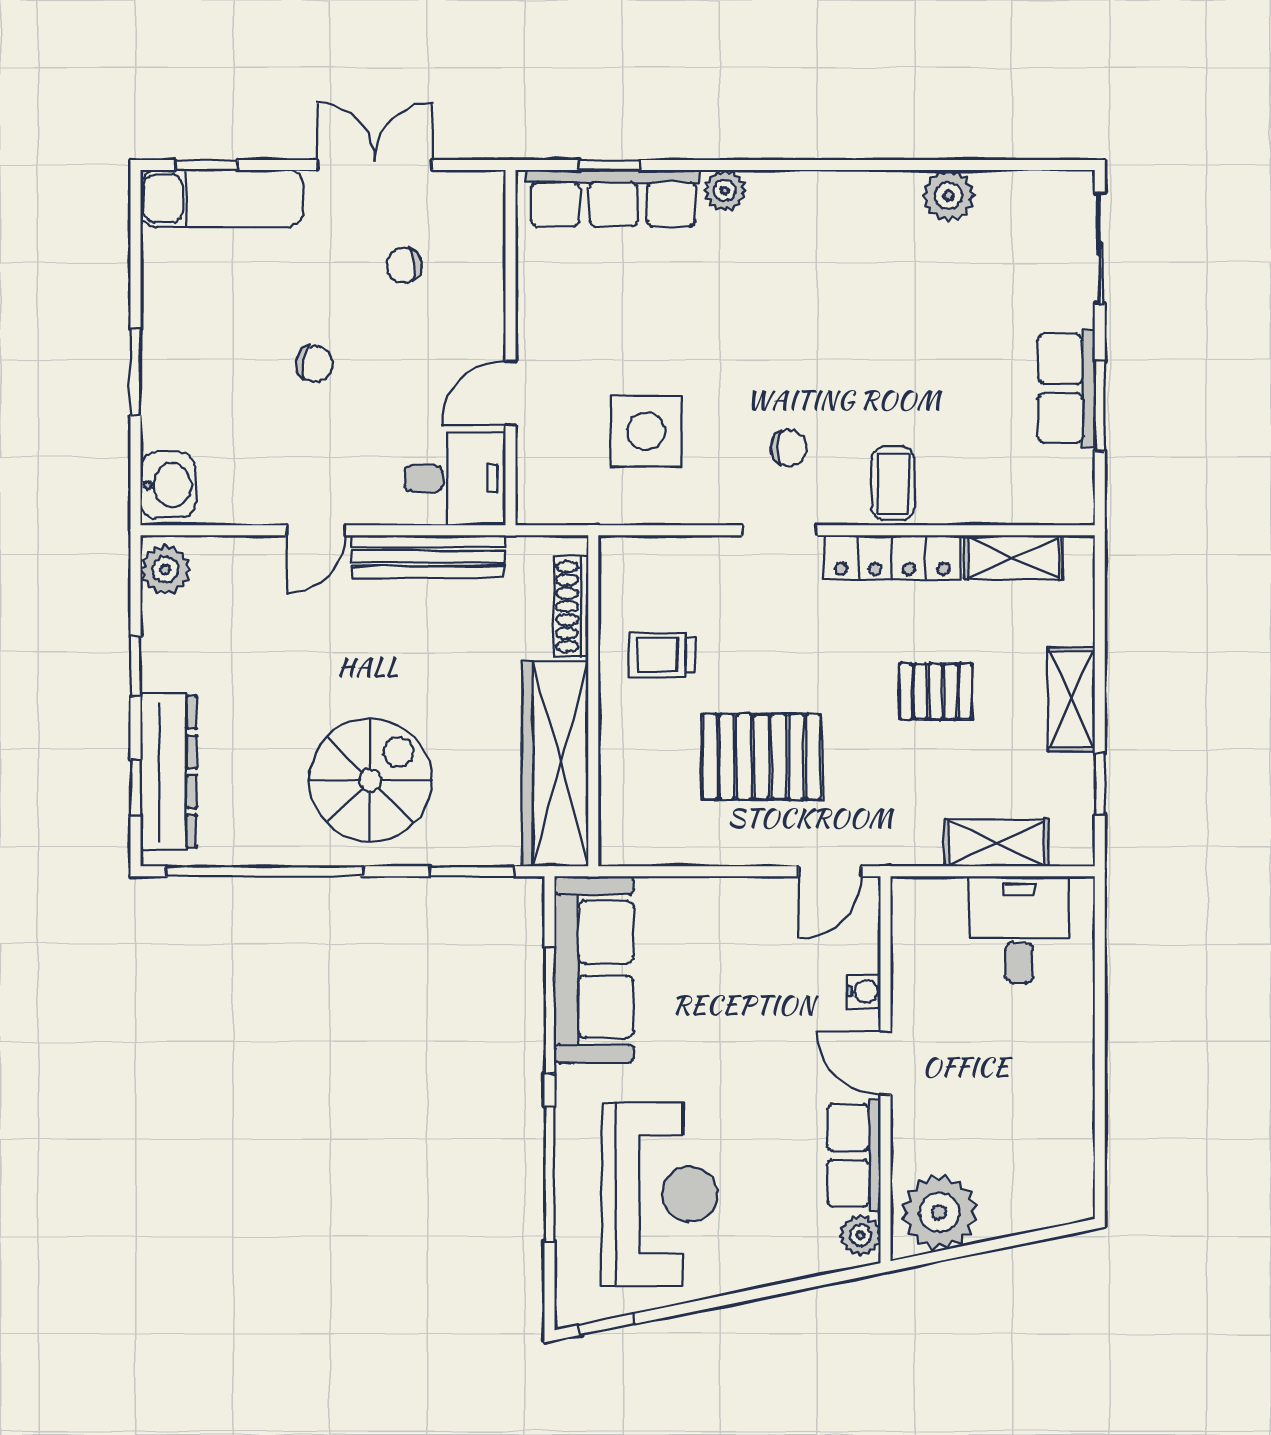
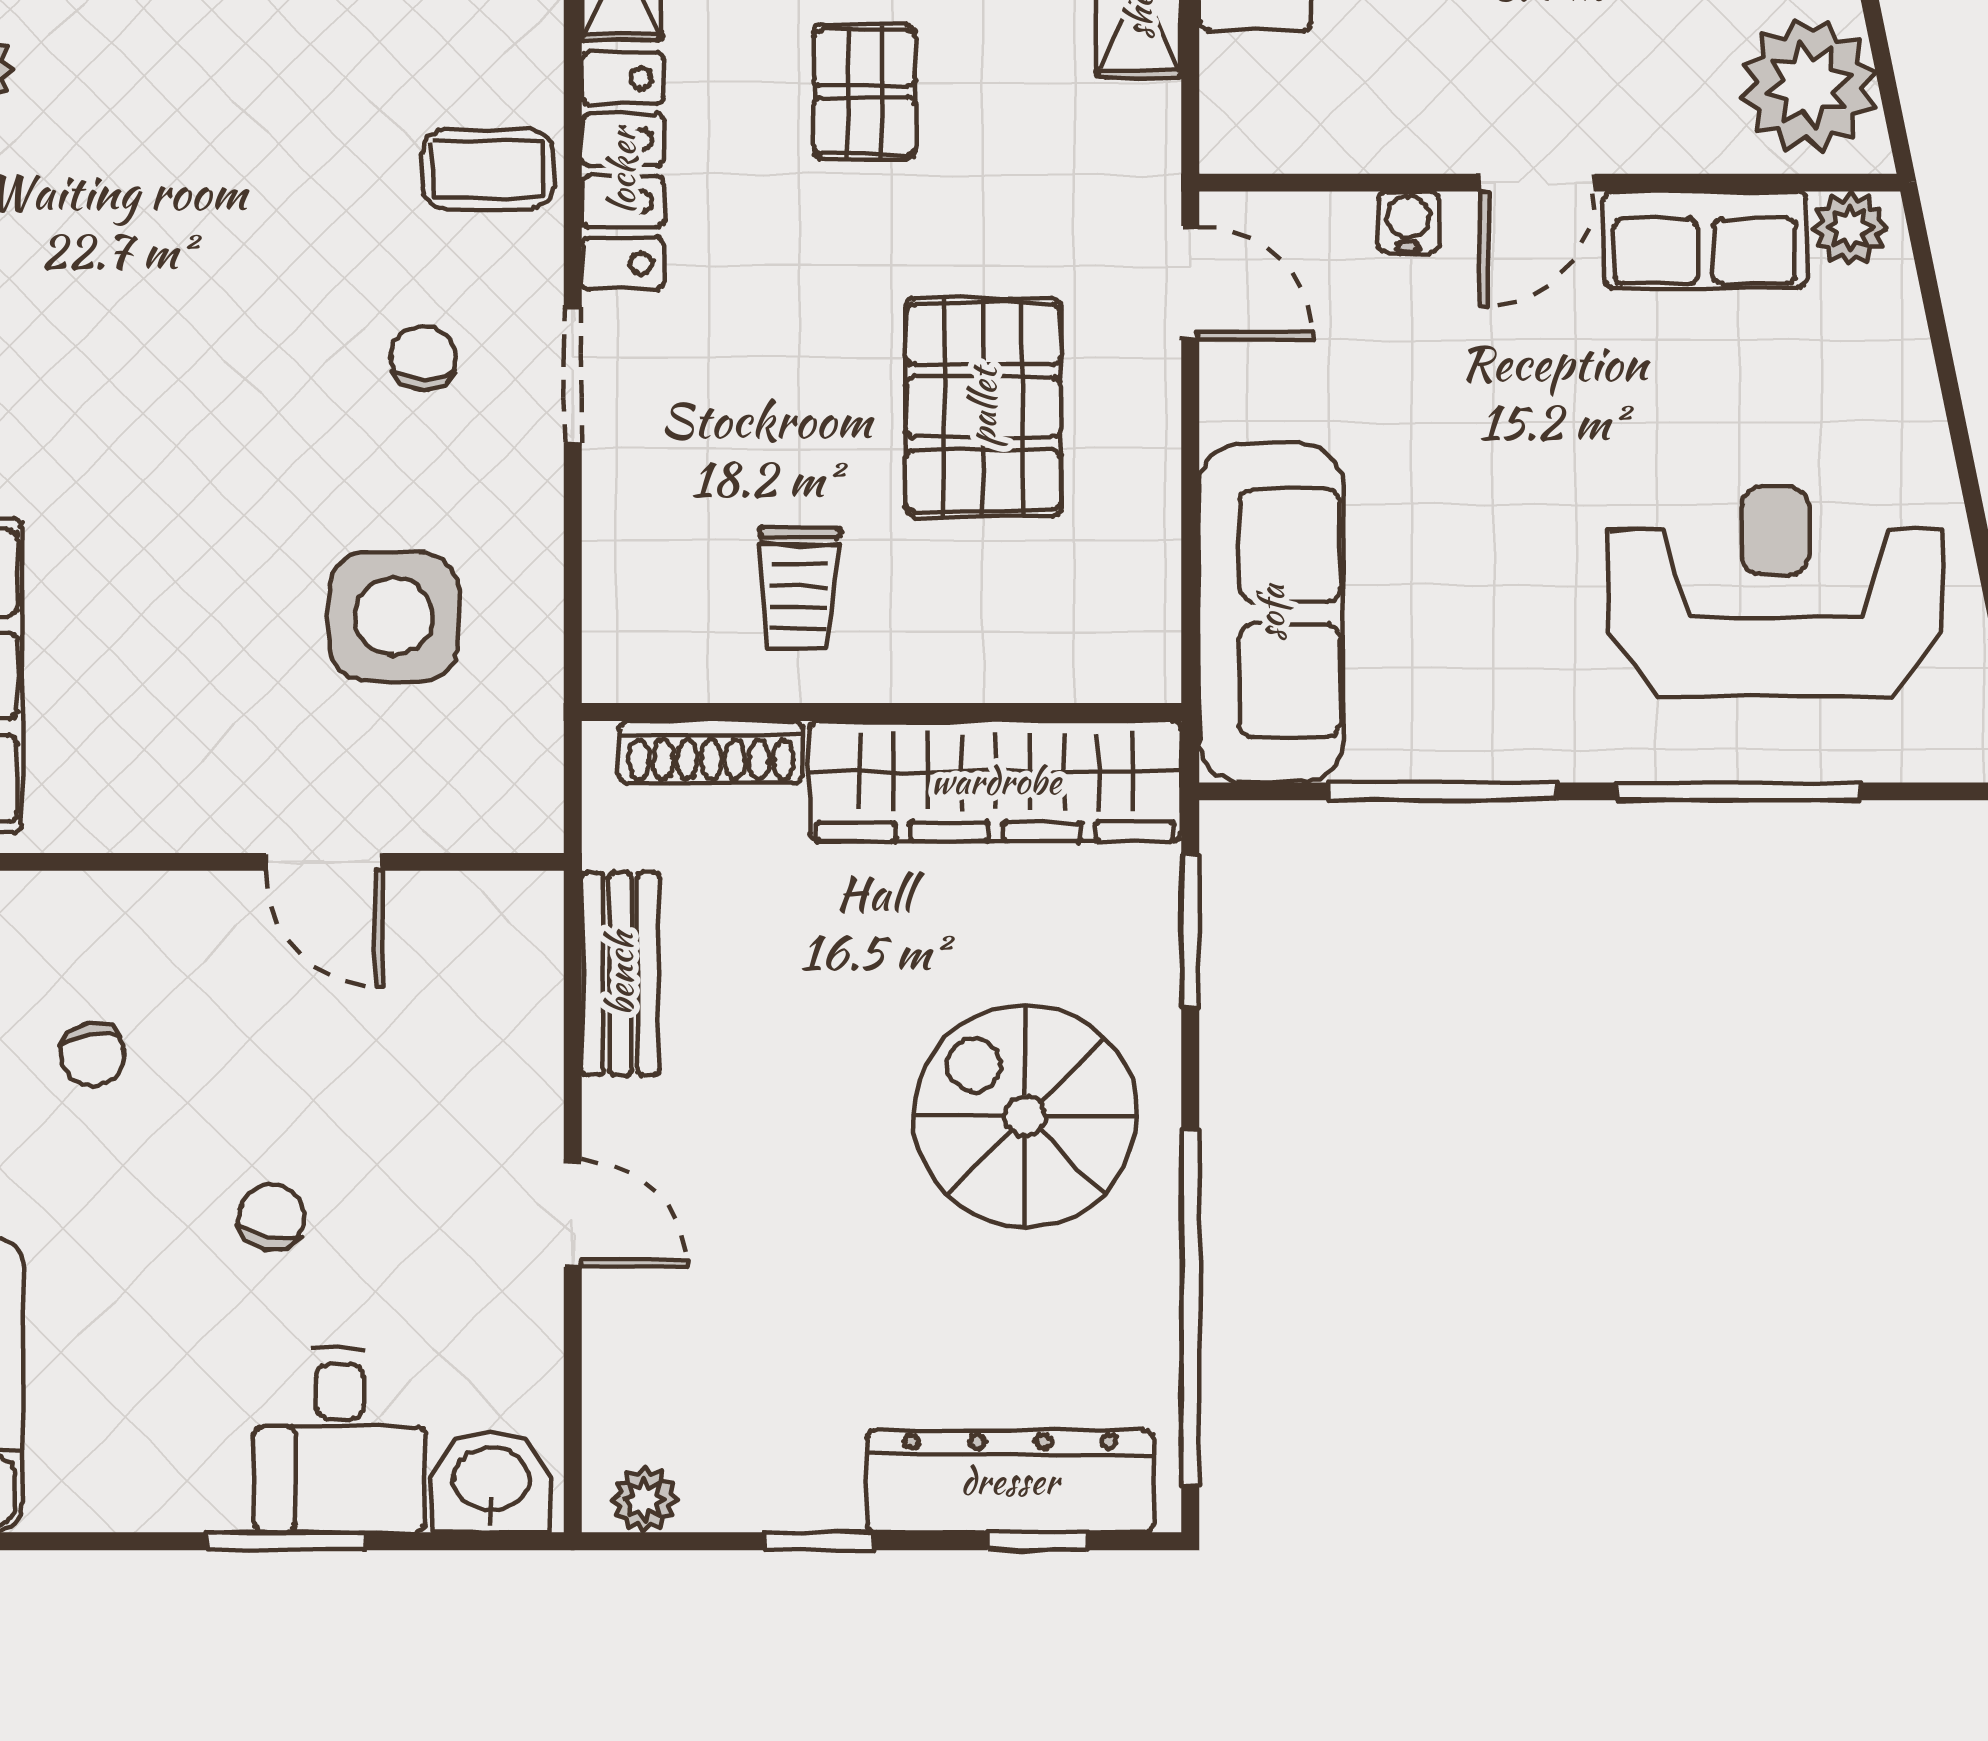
desk: (455, 478) -> (340, 1441), moved, turned 180
bench: (428, 557) -> (620, 974), width x0.73
plant: (165, 570) -> (644, 1499), width x0.73, depth x0.73
sofa: (594, 969) -> (1271, 613), moved, turned 90

